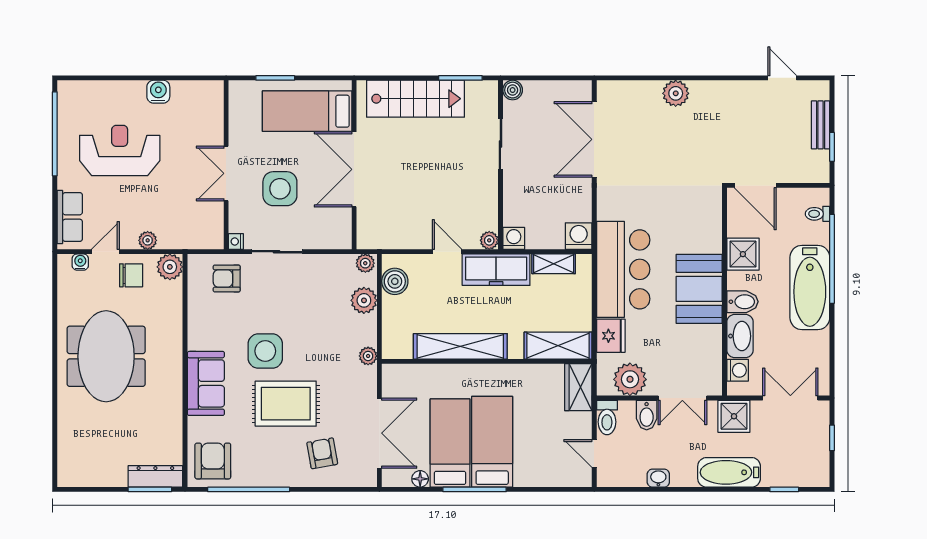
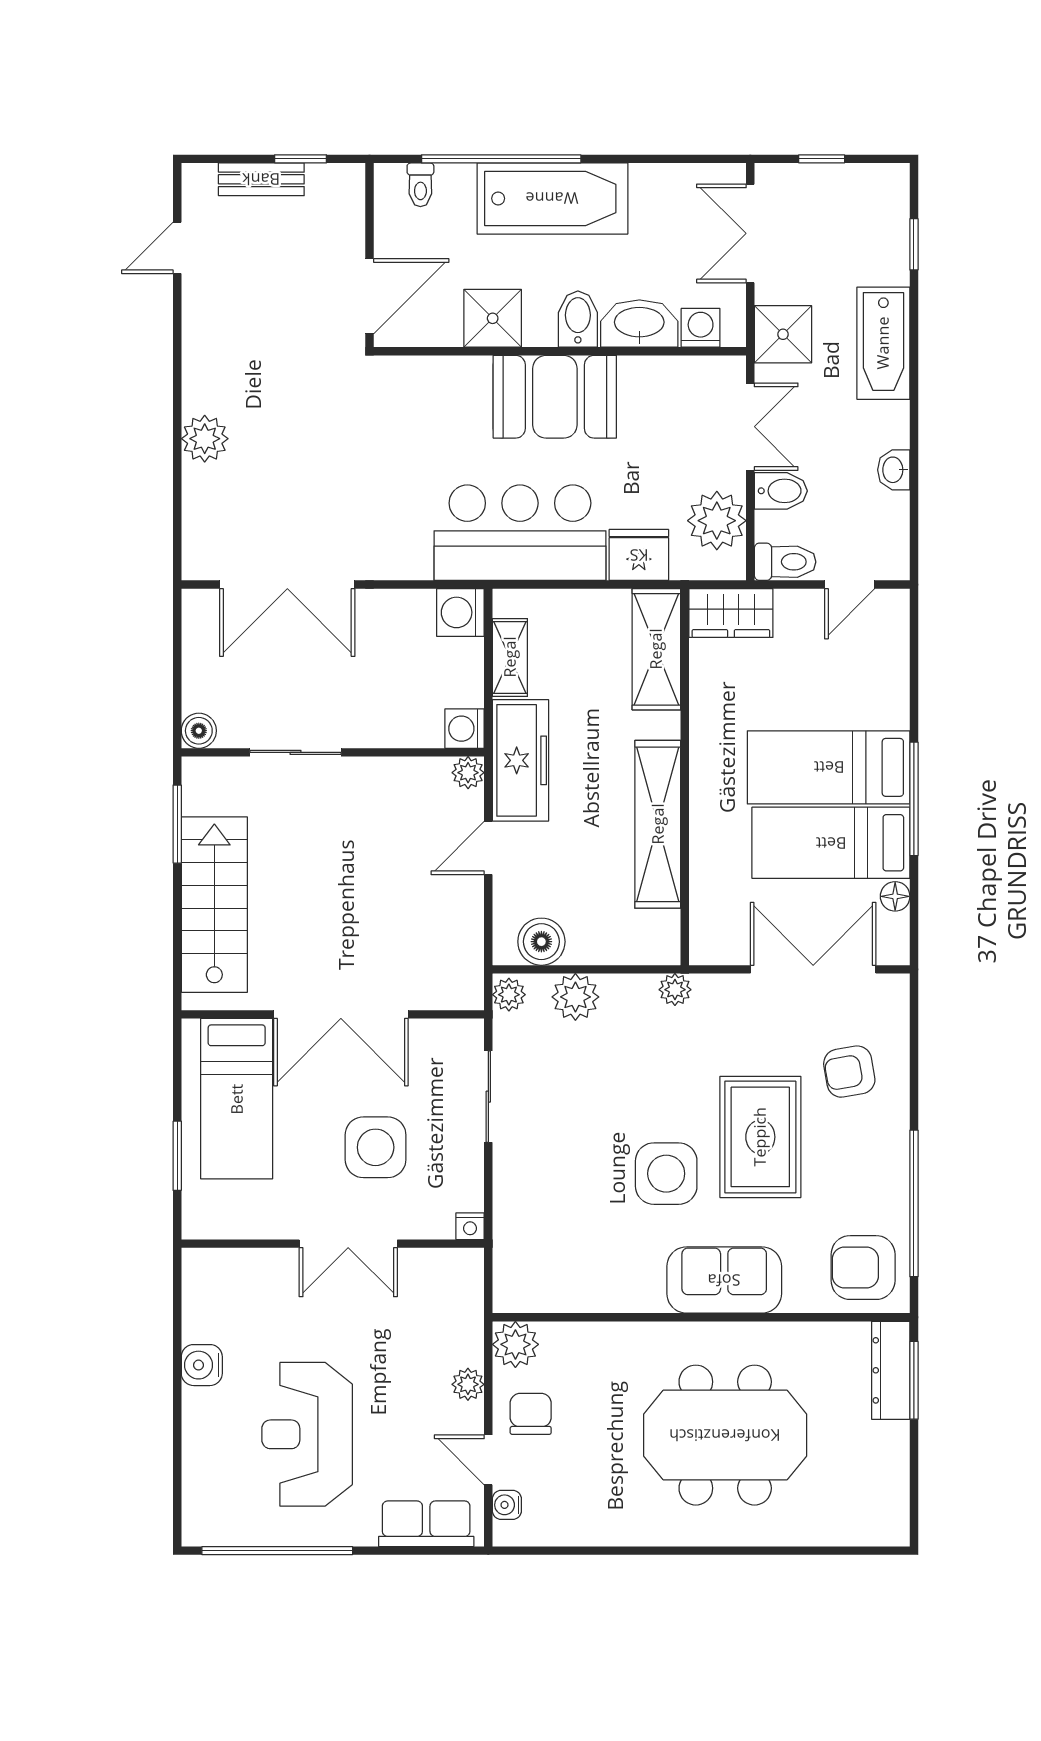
sliding door: (277, 252) -> (488, 1097), moved
armchair: (227, 278) -> (536, 1243), removed
meeting table: (106, 356) -> (725, 1435), moved

